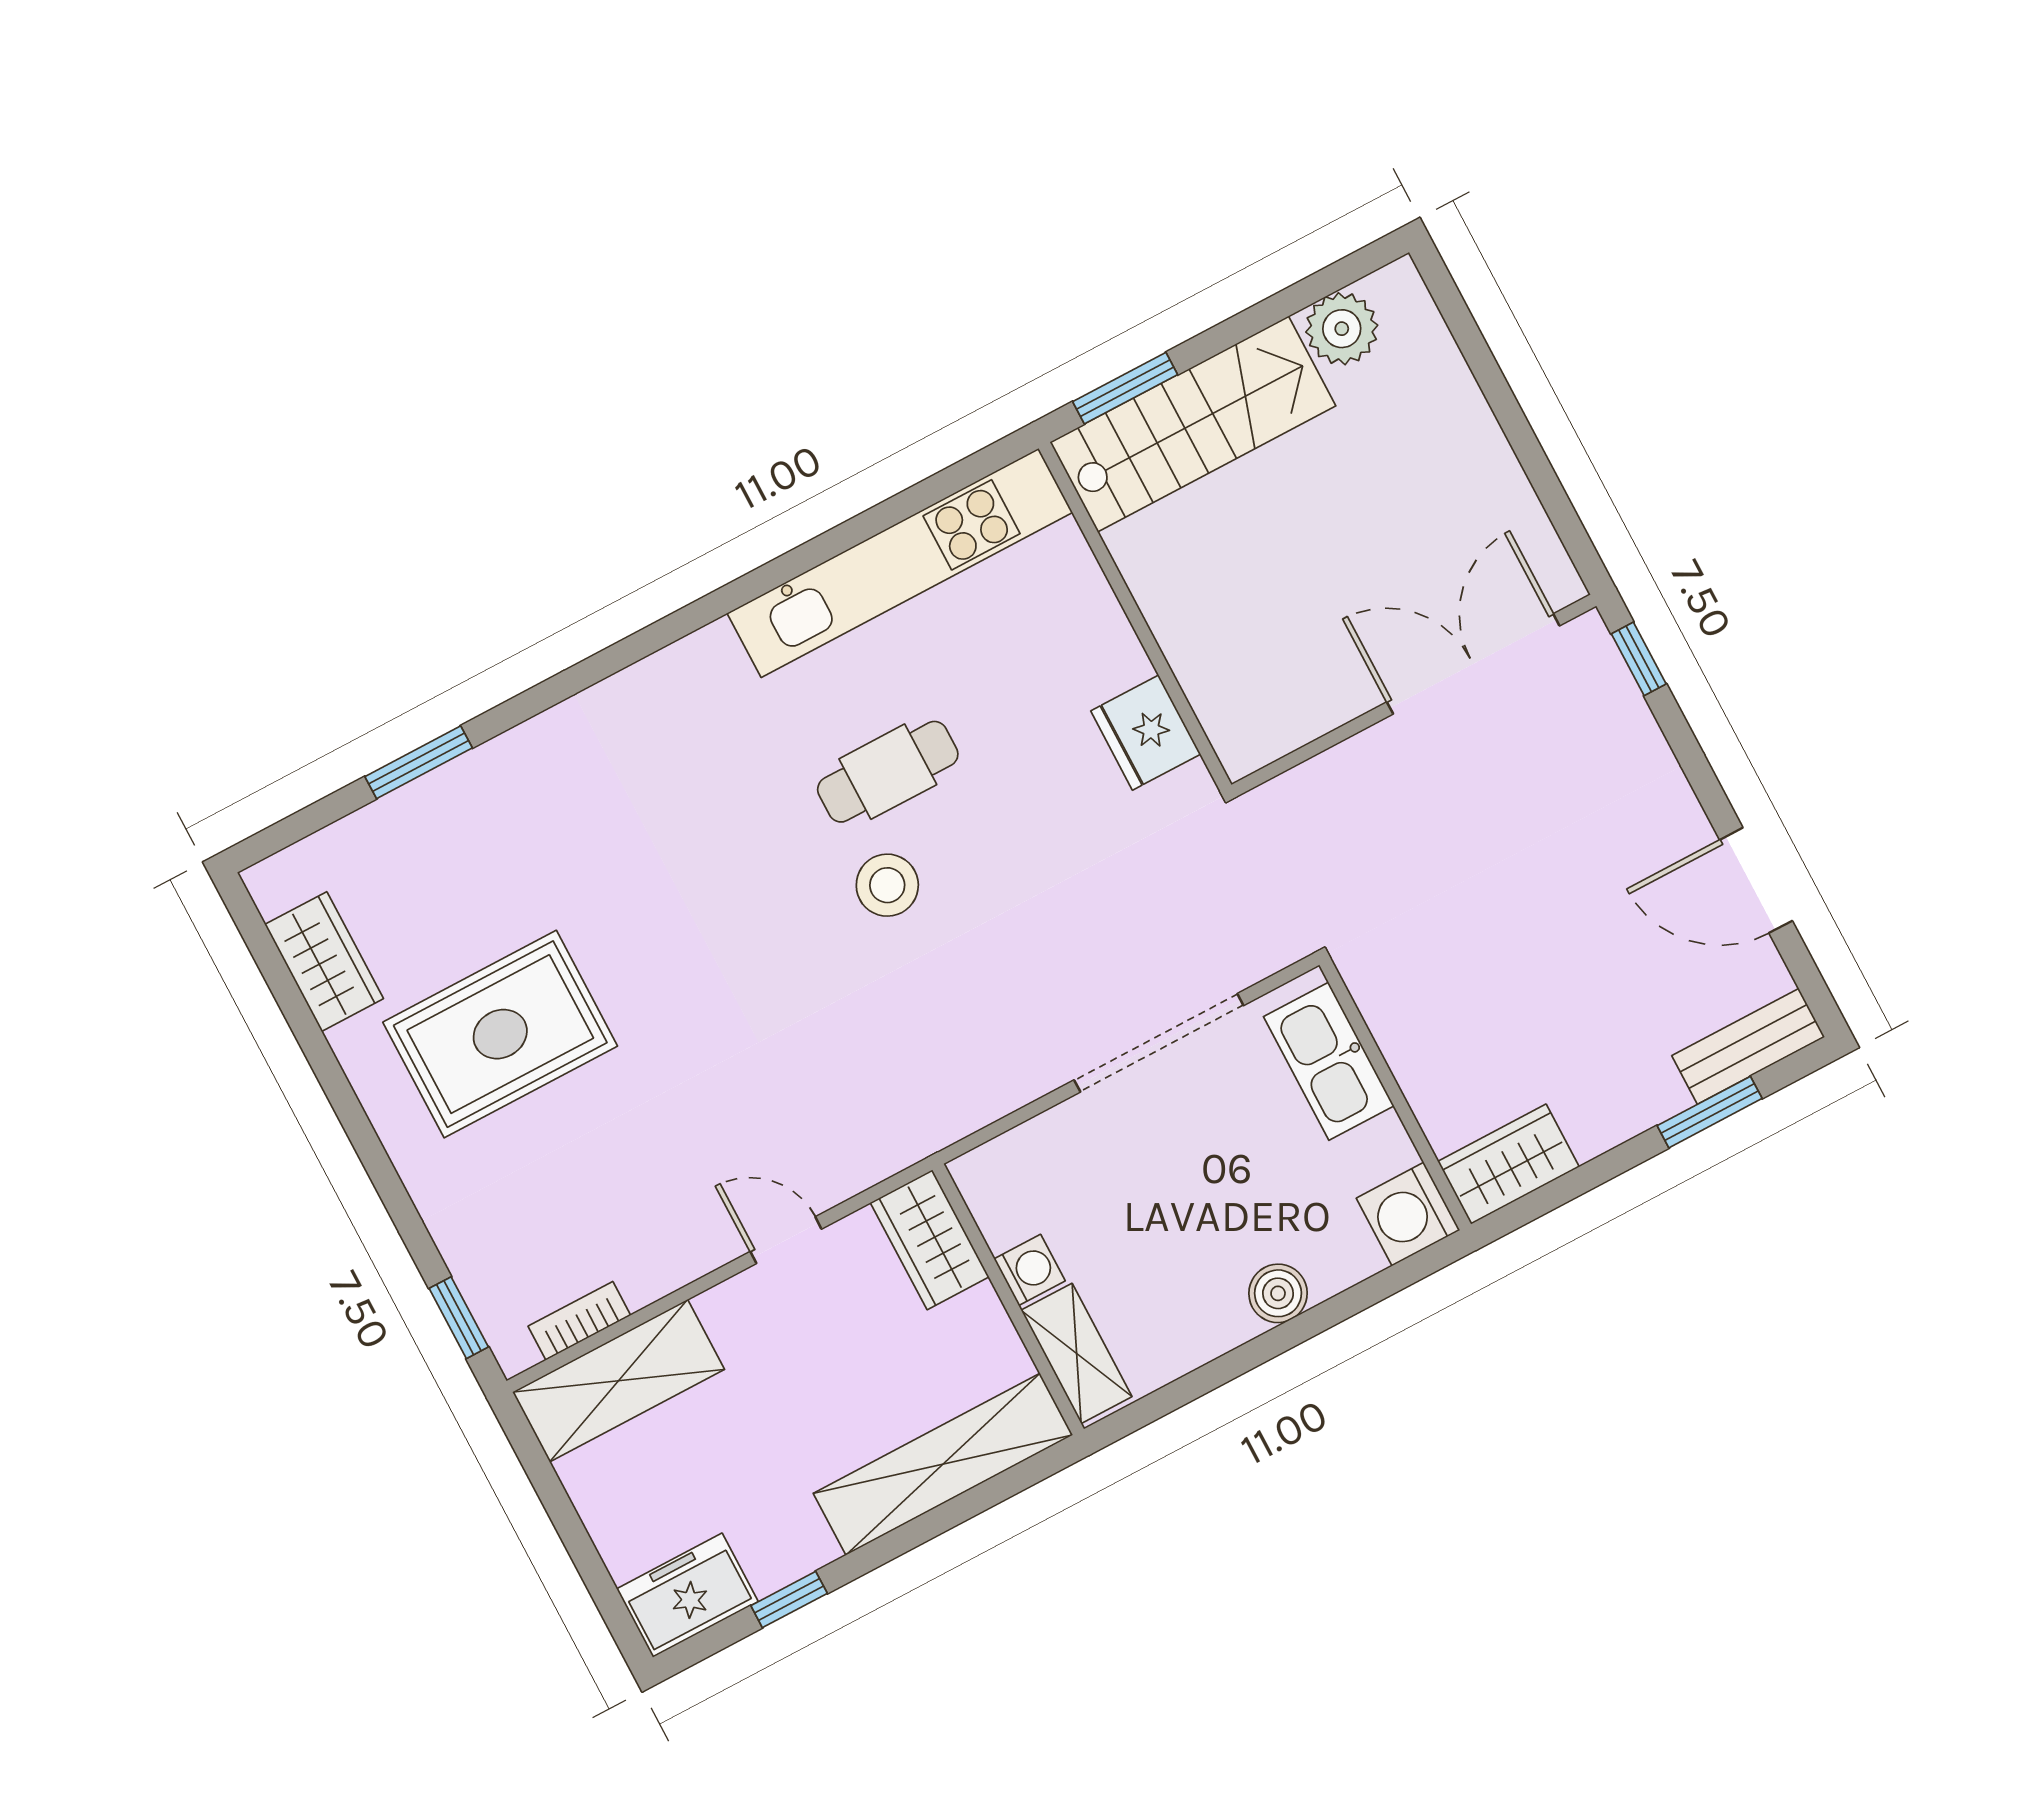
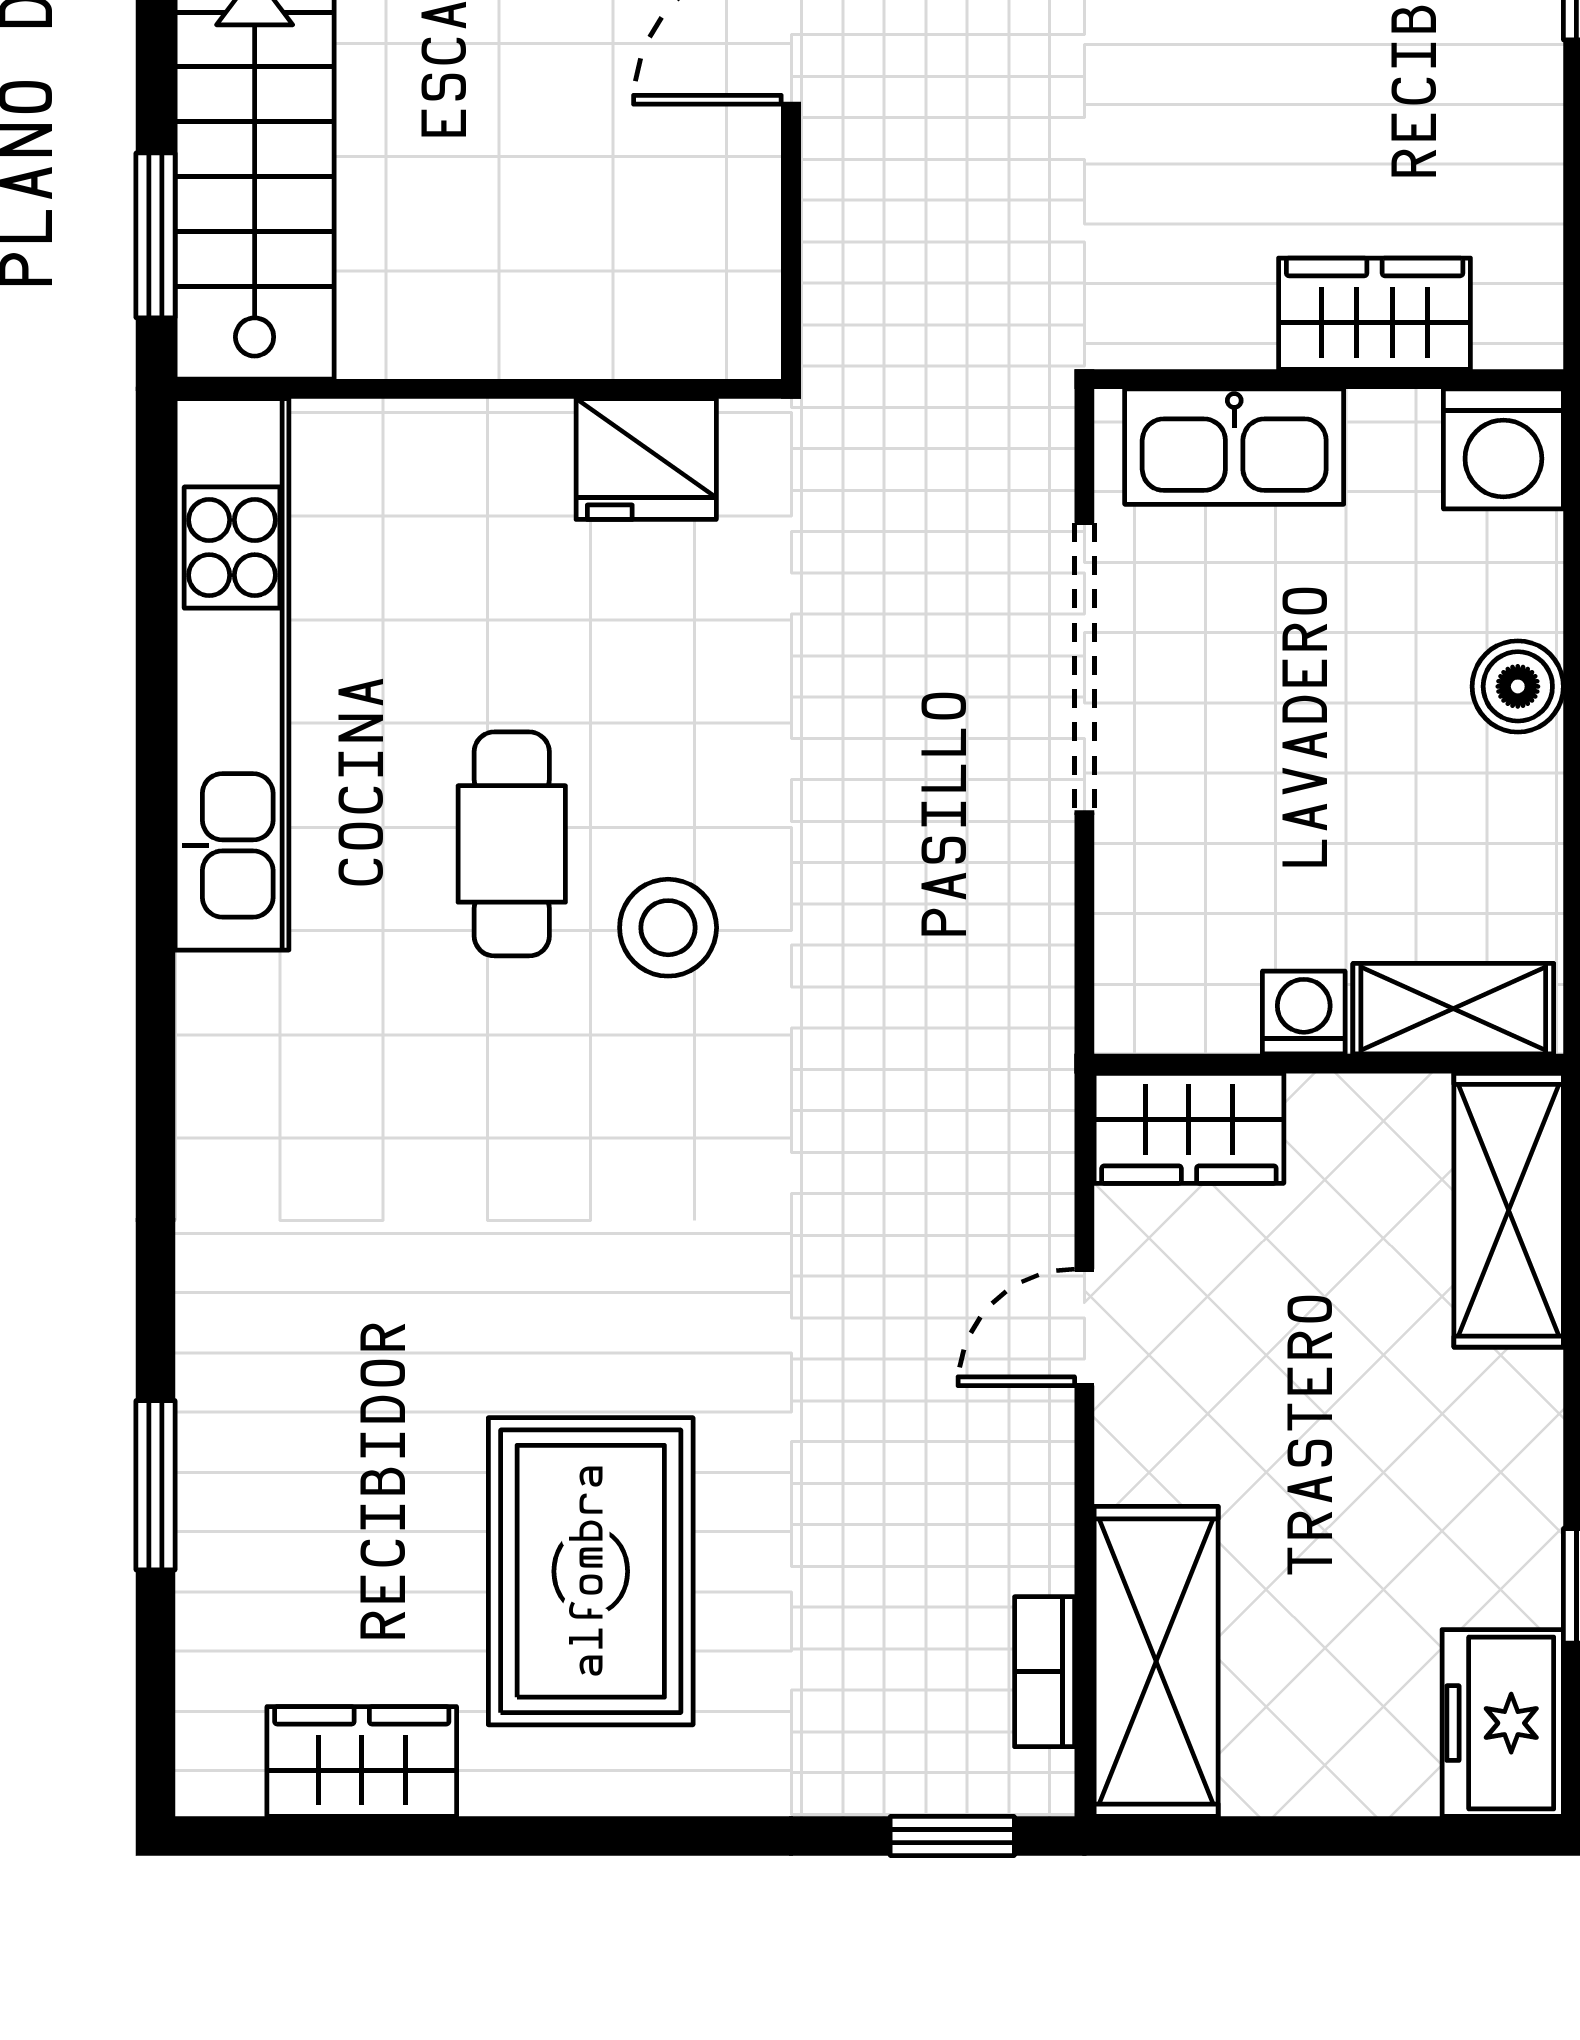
wardrobe: (1509, 1164) -> (1375, 314), moved, turned 90
shelving: (943, 1464) -> (1509, 1210), width x0.68

